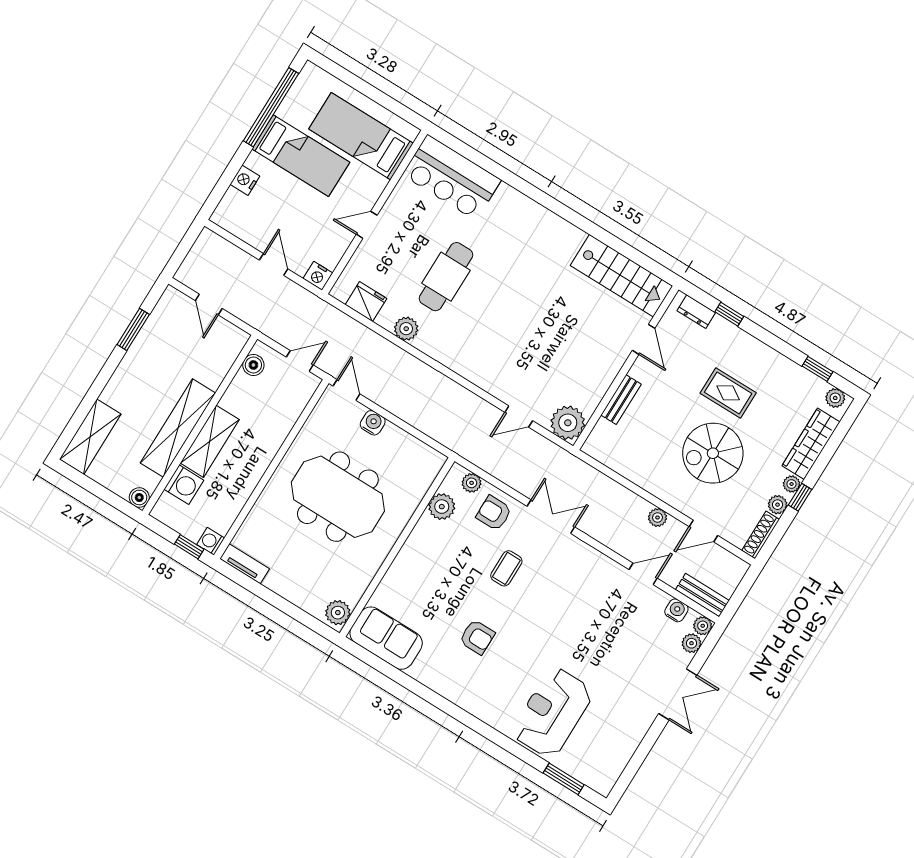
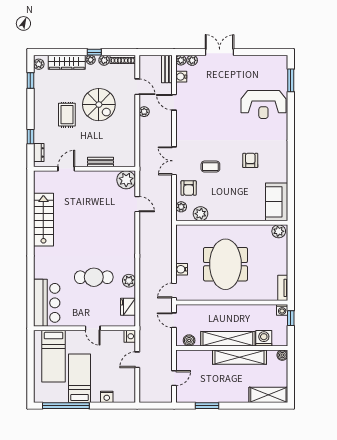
stairs: (621, 276) -> (43, 220), moved
shelving: (210, 441) -> (228, 339), width x1.47

